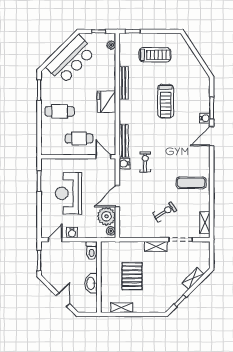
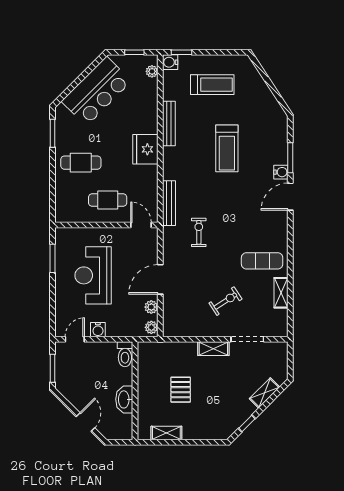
water cooler: (124, 164) -> (170, 62), moved
plant: (106, 216) -> (151, 307), width x0.53, depth x0.53
shelving: (205, 223) -> (281, 293), moved
pallet: (132, 276) -> (181, 390), width x0.67, depth x0.71

